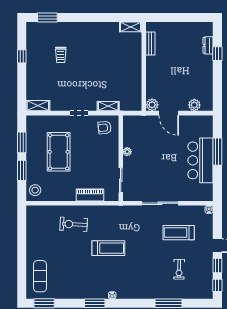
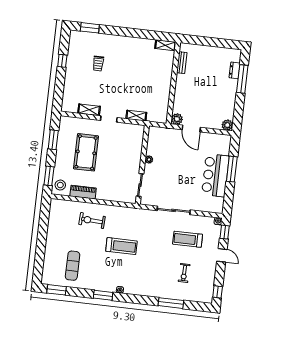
window: (217, 54) -> (242, 79), width x2.17
plant: (194, 105) -> (227, 125), moved
shelving: (38, 106) -> (89, 110), moved
armchair: (105, 128) -> (131, 135), removed
window: (22, 170) -> (49, 176), moved
piano: (90, 195) -> (83, 192), moved
window: (217, 265) -> (225, 232), moved
exercise mat: (40, 276) -> (73, 266), moved

